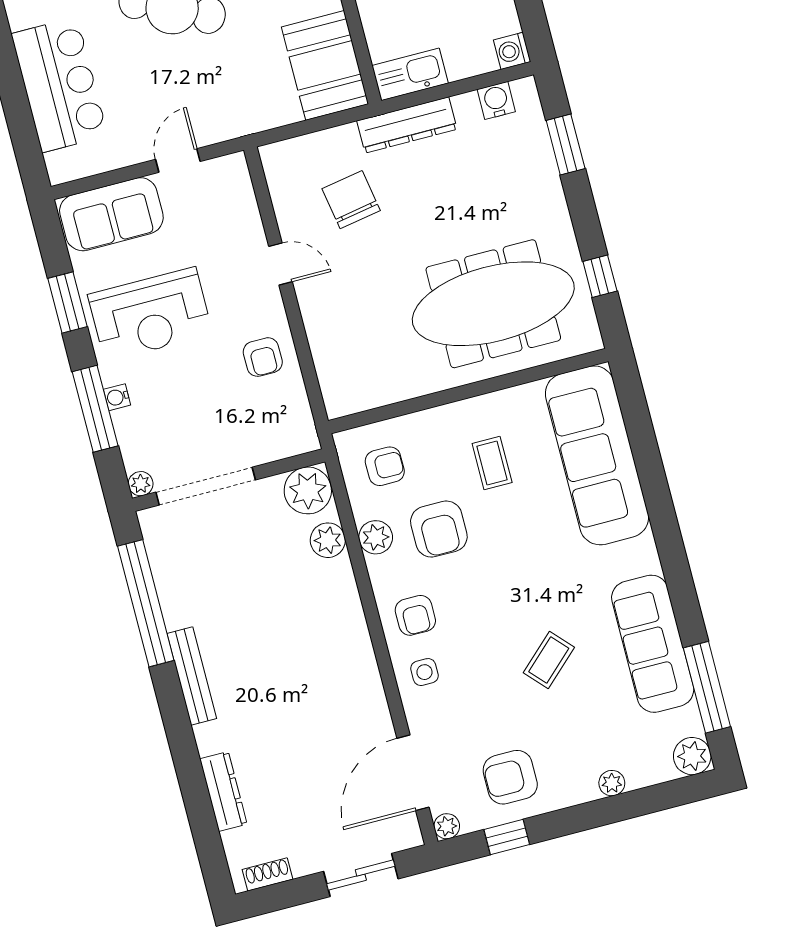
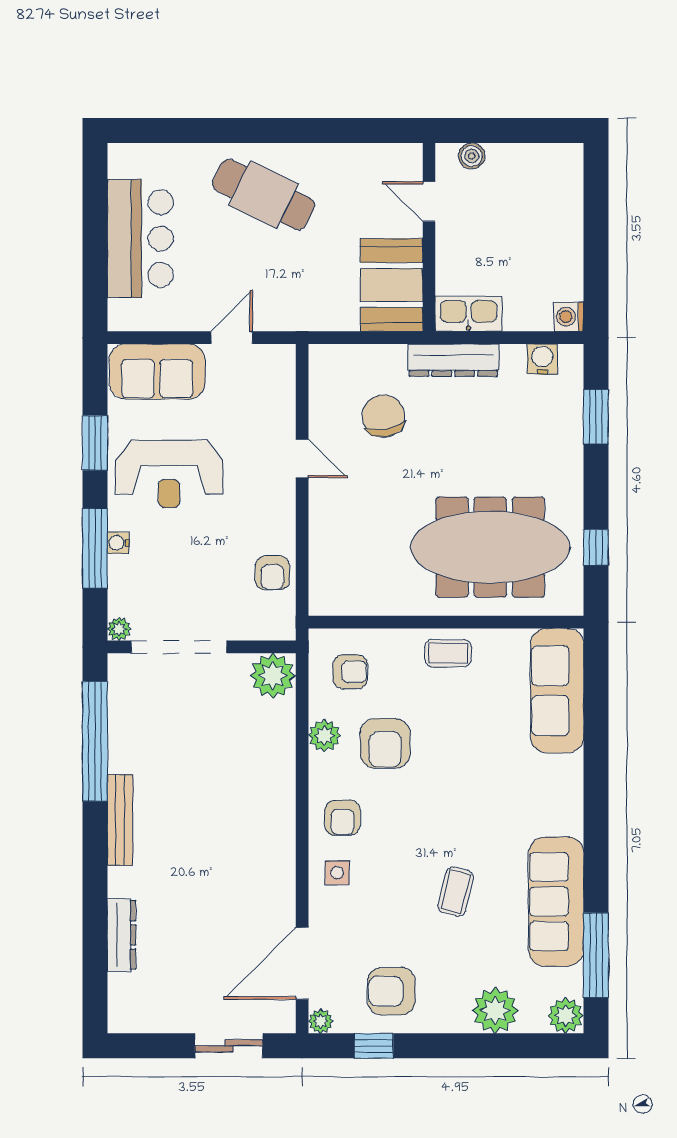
armchair: (263, 357) -> (272, 573), moved
sofa: (597, 455) -> (557, 691), width x0.74, depth x0.79
coffee table: (492, 463) -> (448, 653), moved, turned 90
plant: (328, 540) -> (279, 727), removed
coffee table: (549, 660) -> (456, 892), turned -33
plant: (612, 783) -> (495, 1010), width x1.87, depth x1.87
shoe rack: (268, 874) -> (142, 1023), removed

